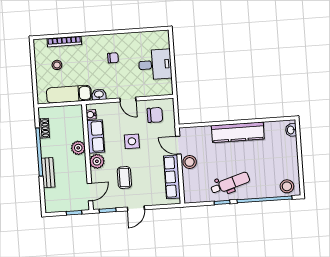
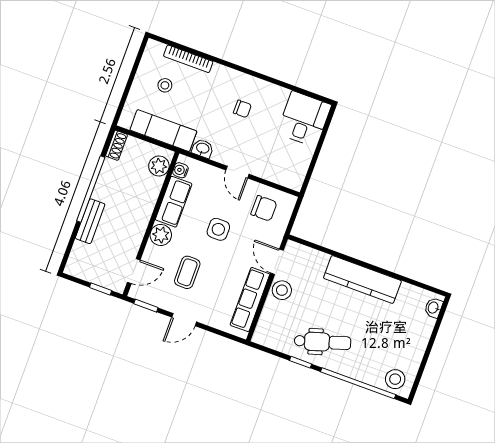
desk: (155, 64) -> (304, 119), moved, turned -90
shoe rack: (44, 128) -> (116, 145), moved
plant: (78, 148) -> (159, 166), moved

